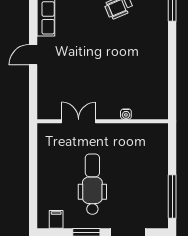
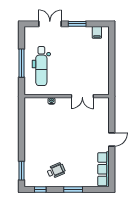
dental chair: (92, 184) -> (41, 66), moved
window: (172, 197) -> (21, 63), moved

